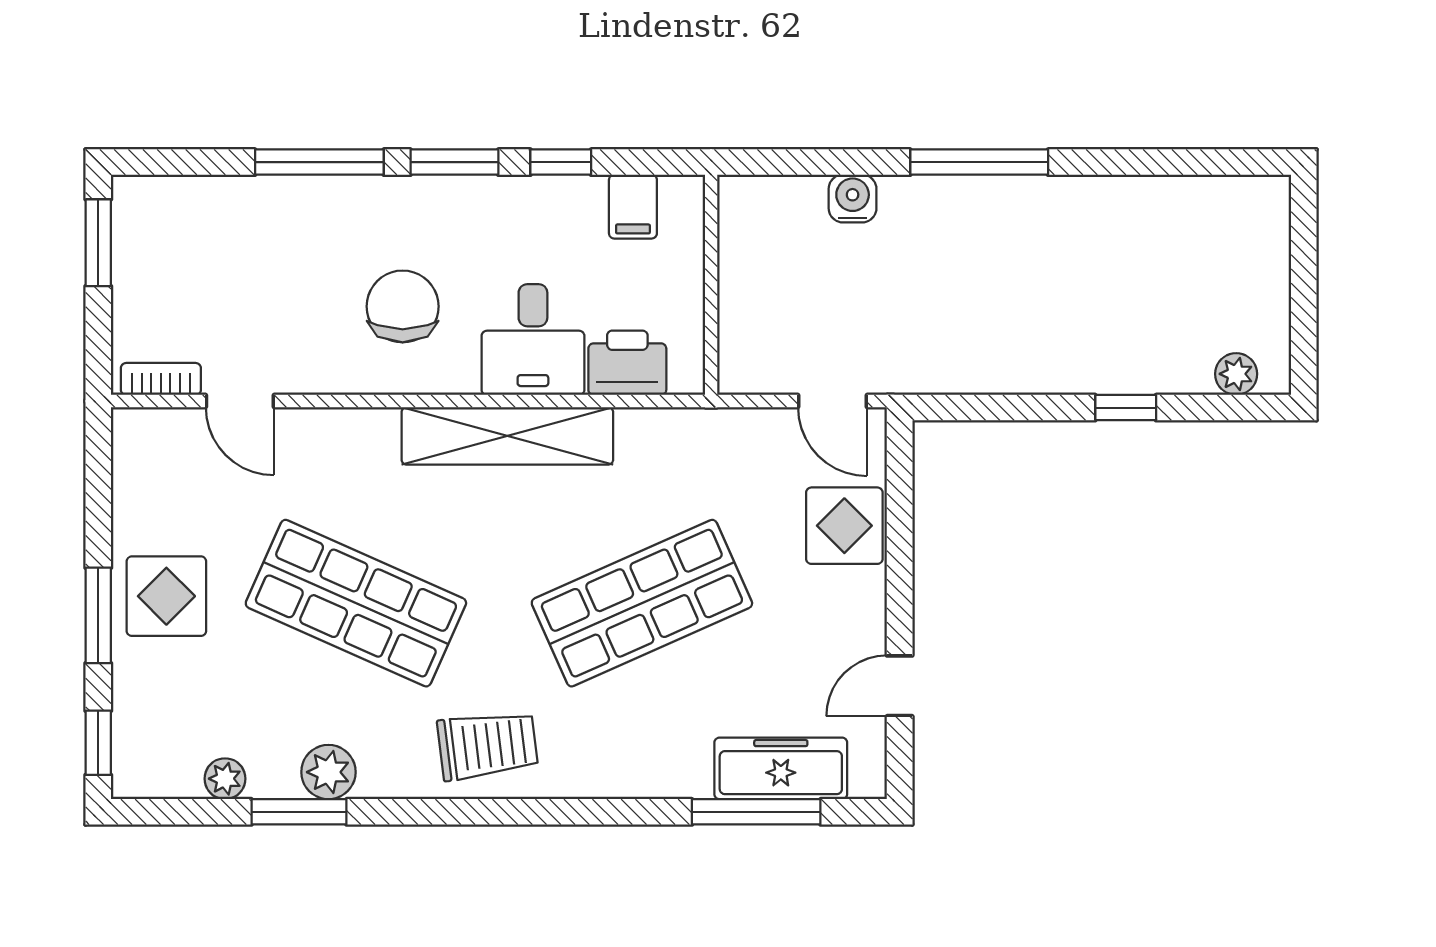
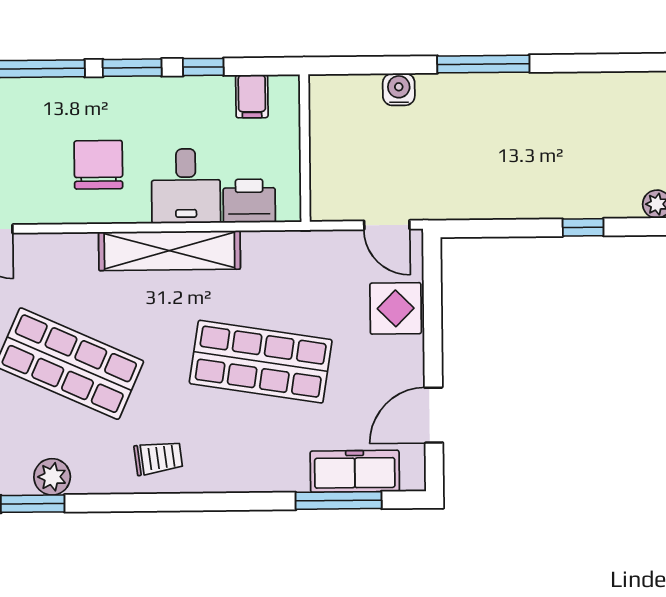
shop shelf: (642, 603) -> (261, 362), turned 33
door: (900, 686) -> (434, 415), width x1.38
trolley: (487, 745) -> (158, 458), width x0.73, depth x0.72

